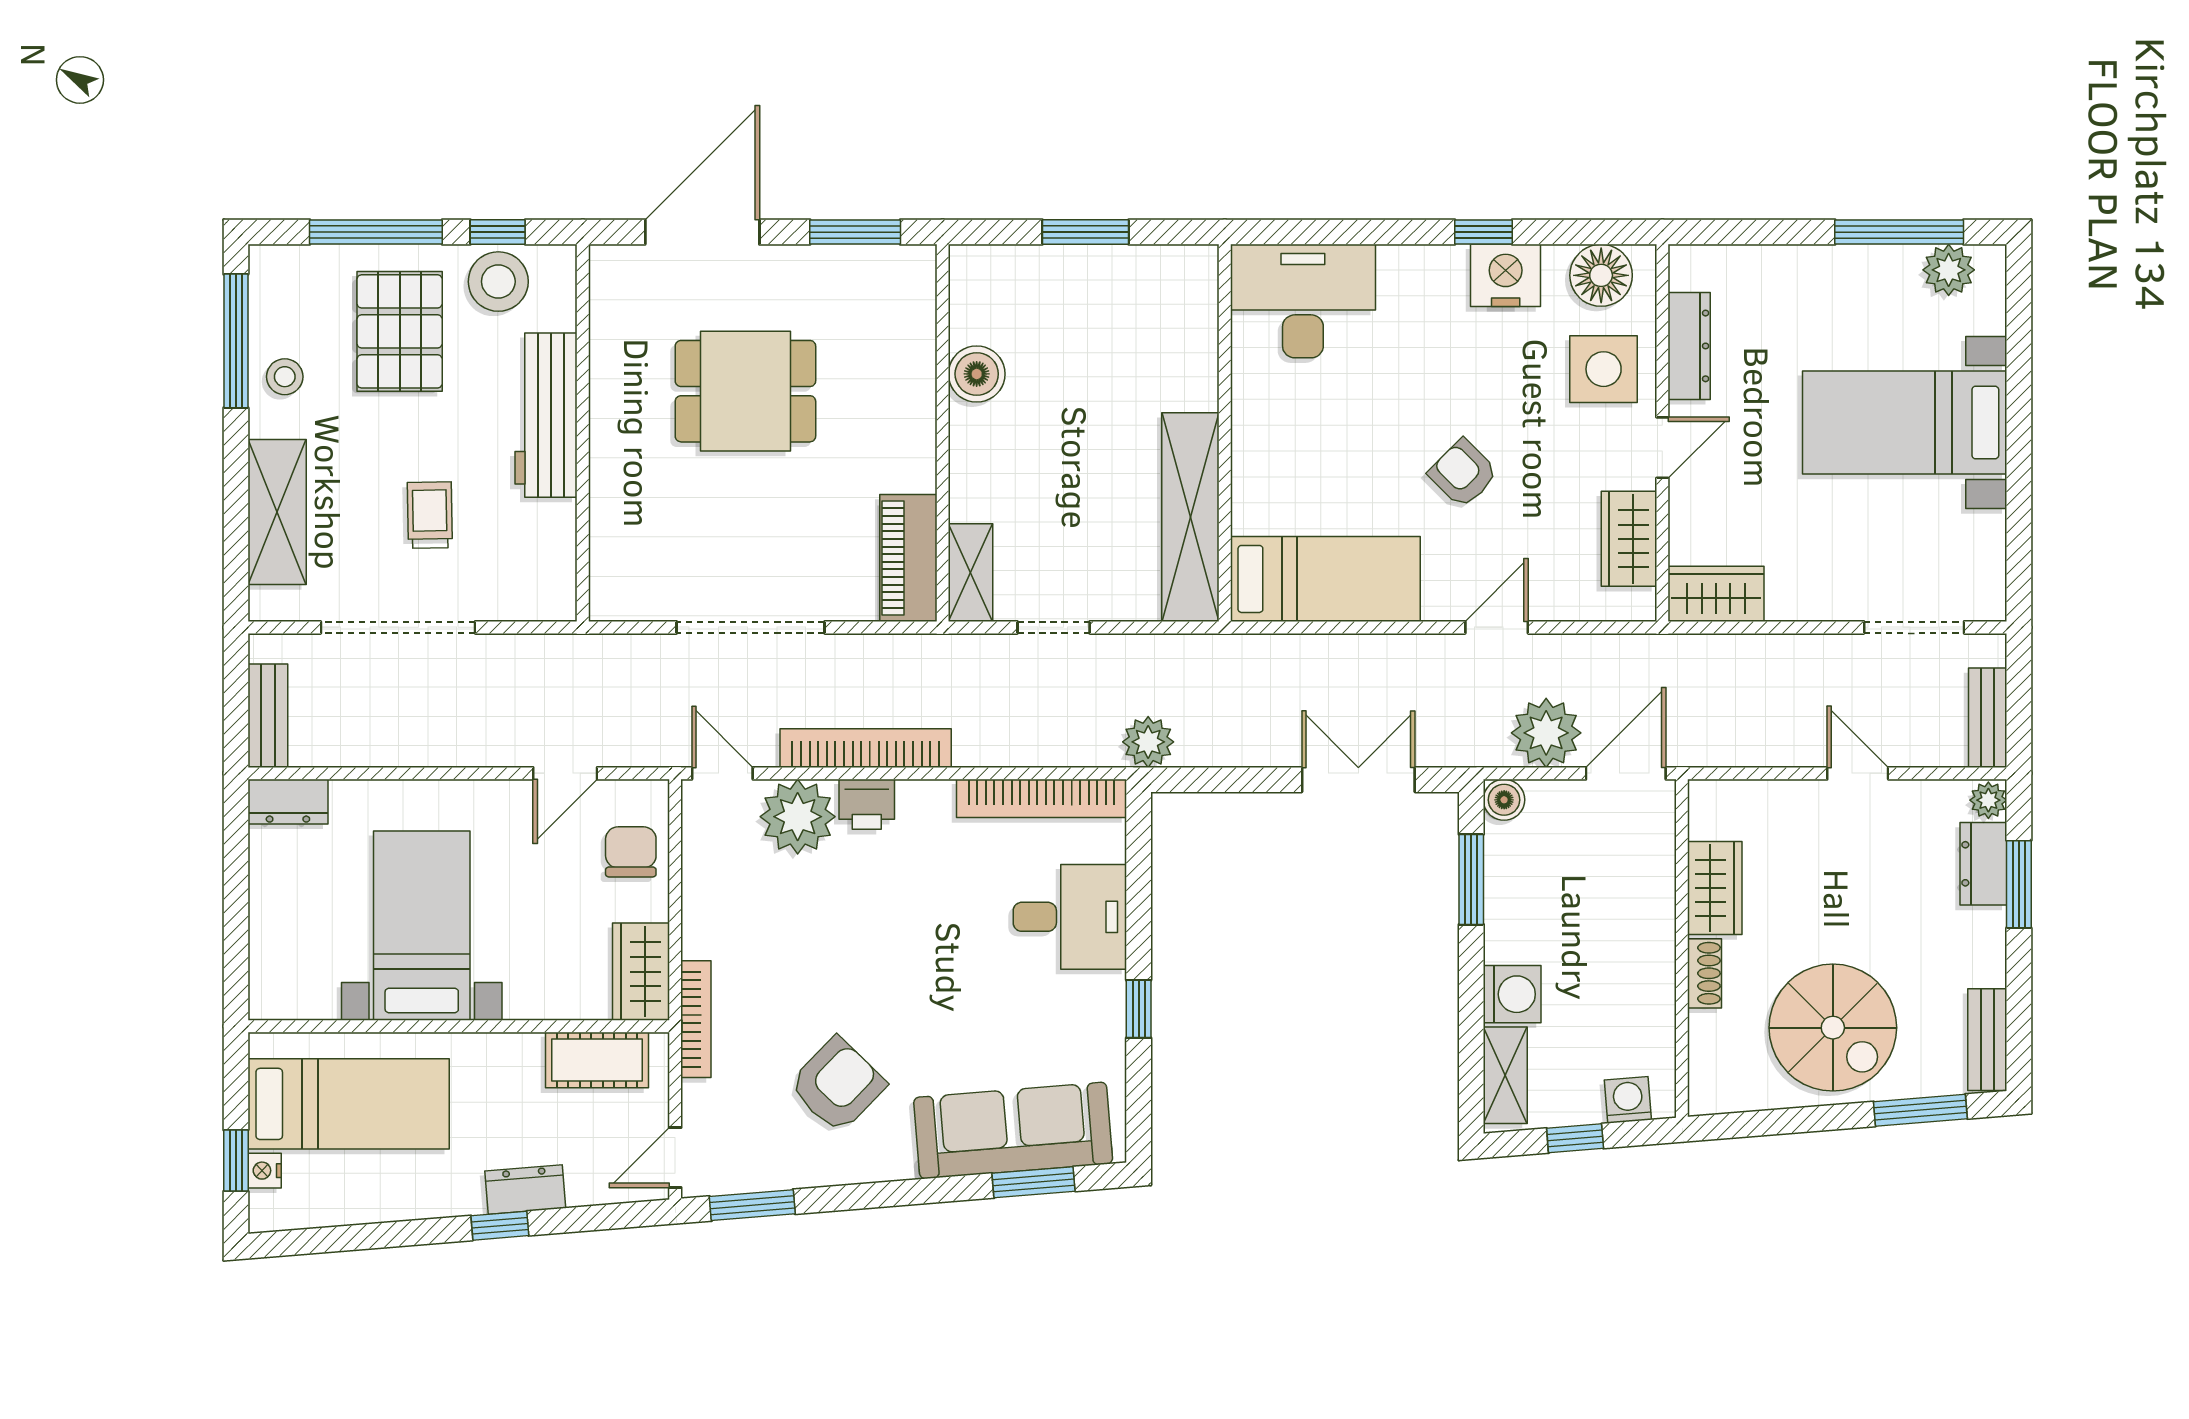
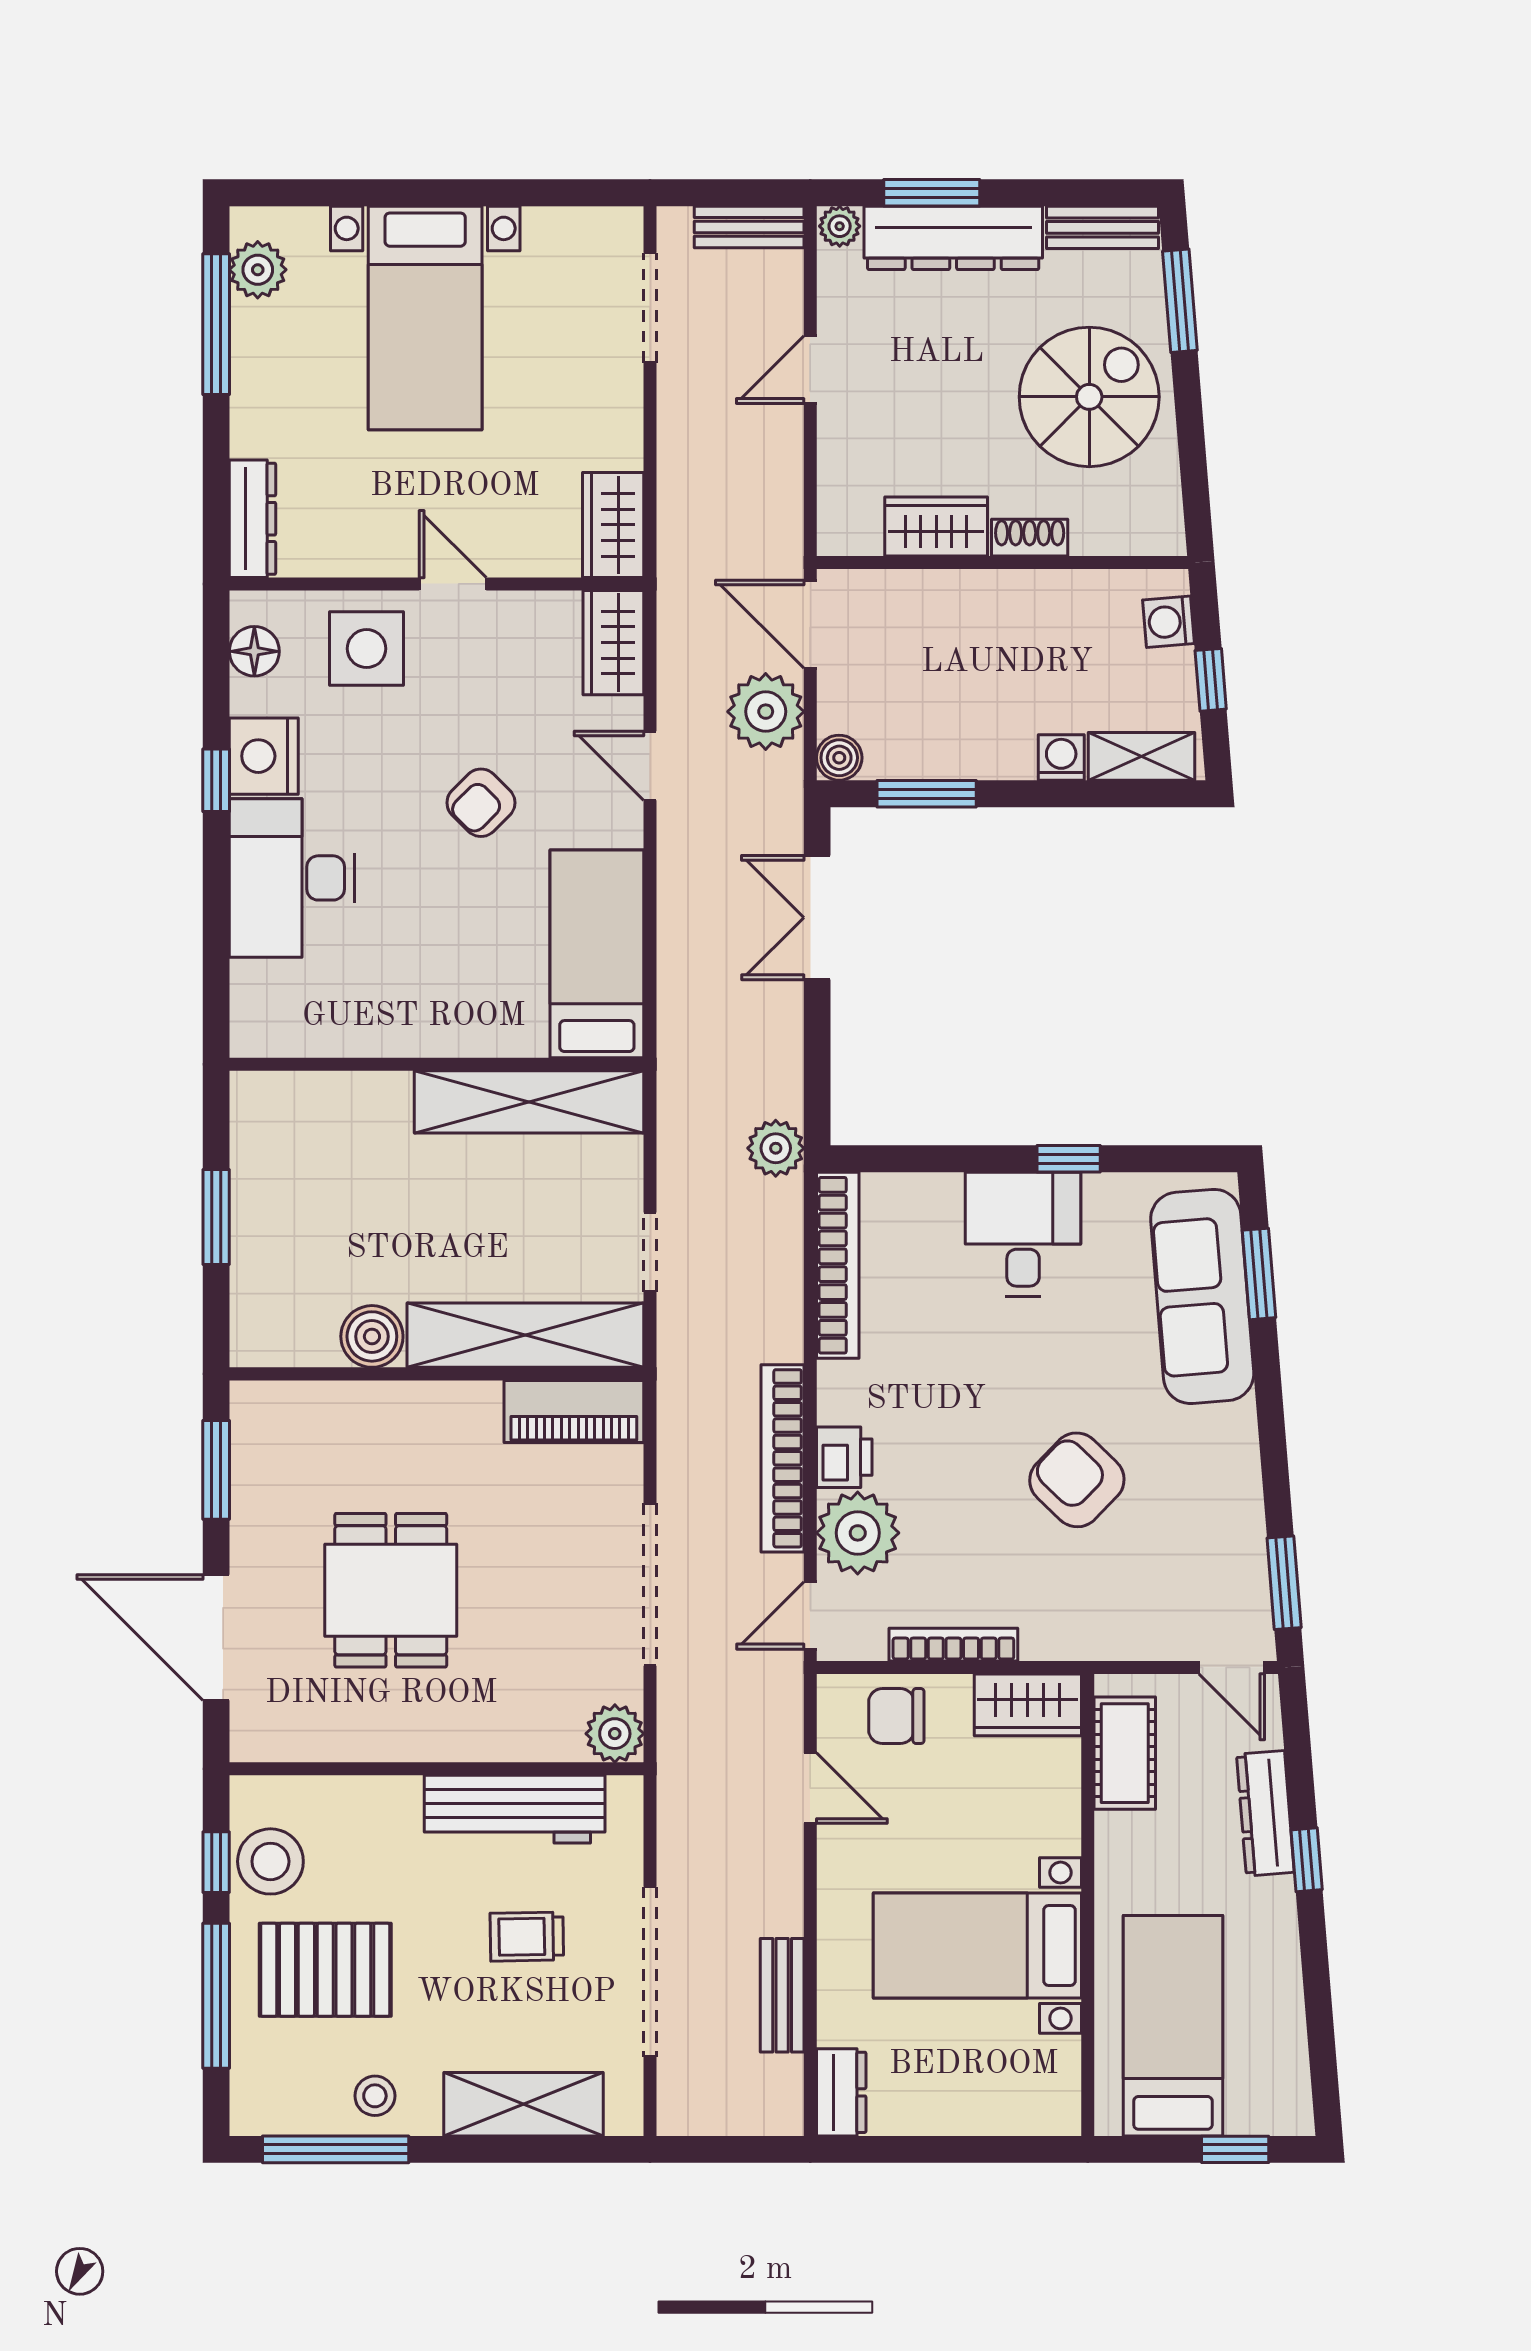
floor lamp: (1601, 275) -> (254, 651), width x0.73, depth x0.73
desk: (1303, 301) -> (292, 878), moved
dresser: (1689, 346) -> (252, 519), moved, turned 90
workbench: (546, 415) -> (515, 1809), moved
wardrobe: (1629, 539) -> (613, 643), moved, turned 90
shelving: (970, 573) -> (525, 1335), width x2.20, depth x1.33
plant: (615, 595) -> (615, 1734), added
bench: (268, 716) -> (782, 1995), moved, turned 90
dresser: (1983, 864) -> (953, 238), width x1.96, depth x1.24
desk: (1070, 917) -> (1023, 1234), moved
washing machine: (1512, 994) -> (1061, 757), width x0.73, depth x0.73
bookcase: (696, 1019) -> (953, 1645), moved
armchair: (837, 1085) -> (1077, 1480), moved
nightstand: (265, 1171) -> (1246, 2118), removed
dresser: (525, 1189) -> (1265, 1813), width x1.44

